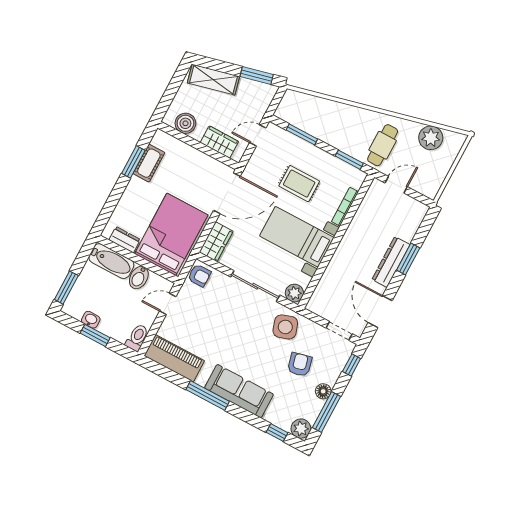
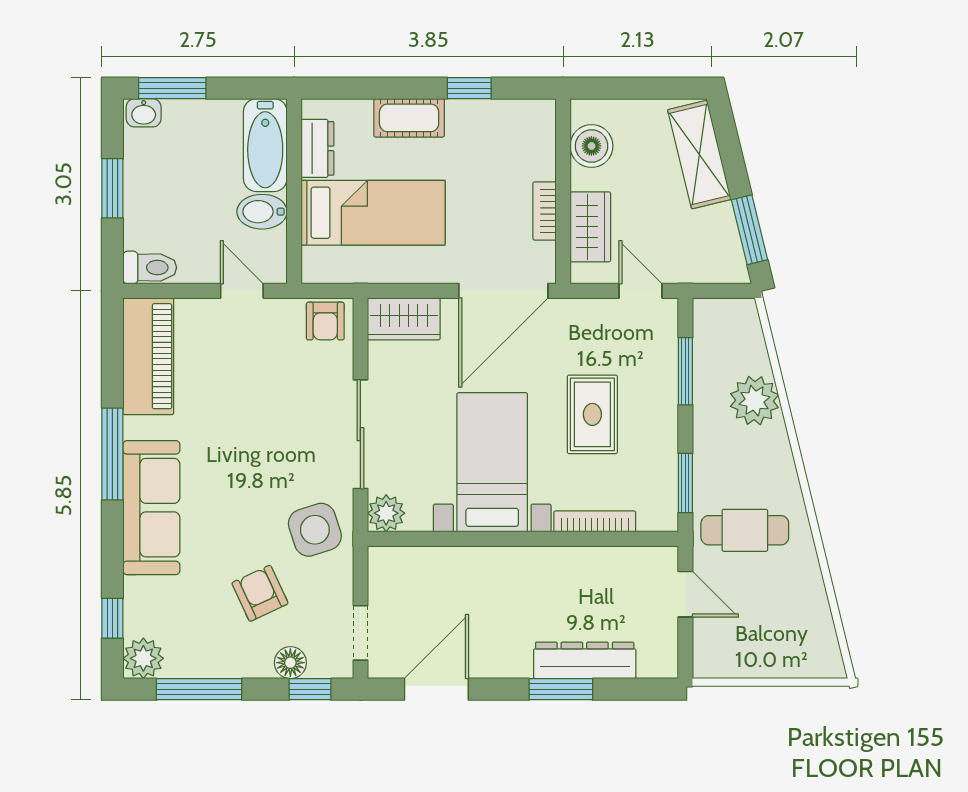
plant: (431, 138) -> (755, 401), moved
bookcase: (202, 158) -> (545, 211), added
window: (133, 162) -> (469, 88), width x0.67
cot: (149, 163) -> (409, 118), moved
door: (227, 193) -> (503, 291), hinge flipped
bed: (171, 234) -> (373, 213), width x0.67
dresser: (391, 262) -> (585, 660), moved
washbasin: (91, 320) -> (144, 113), moved, turned 90
armchair: (300, 365) -> (260, 593), turned -101
floor lamp: (323, 391) -> (290, 663), moved

